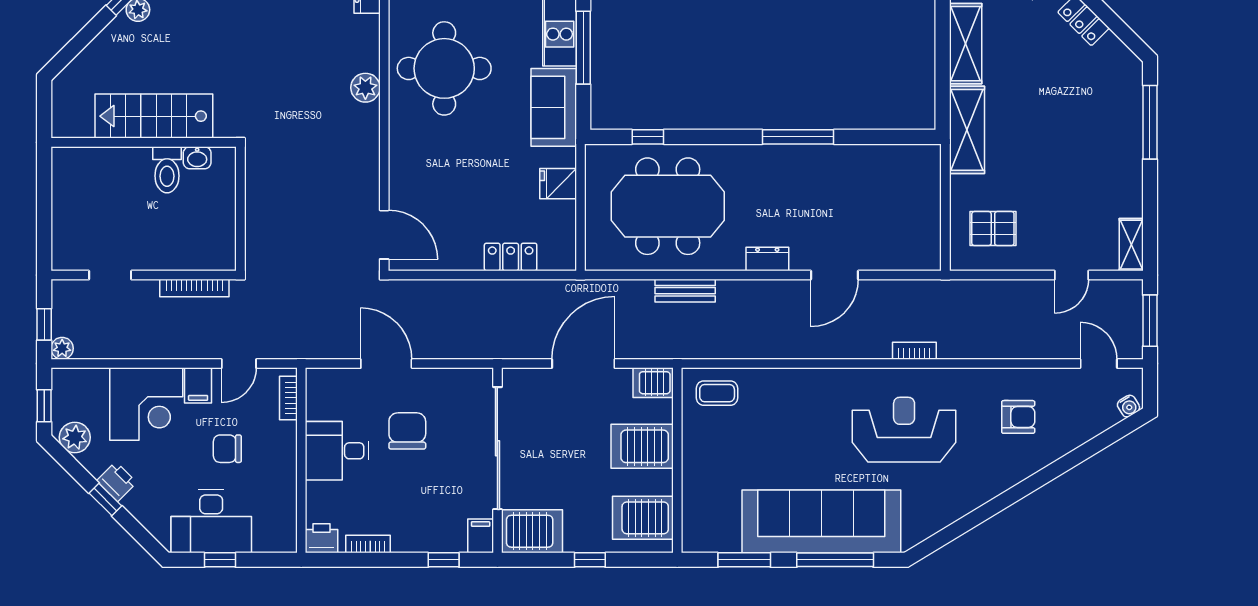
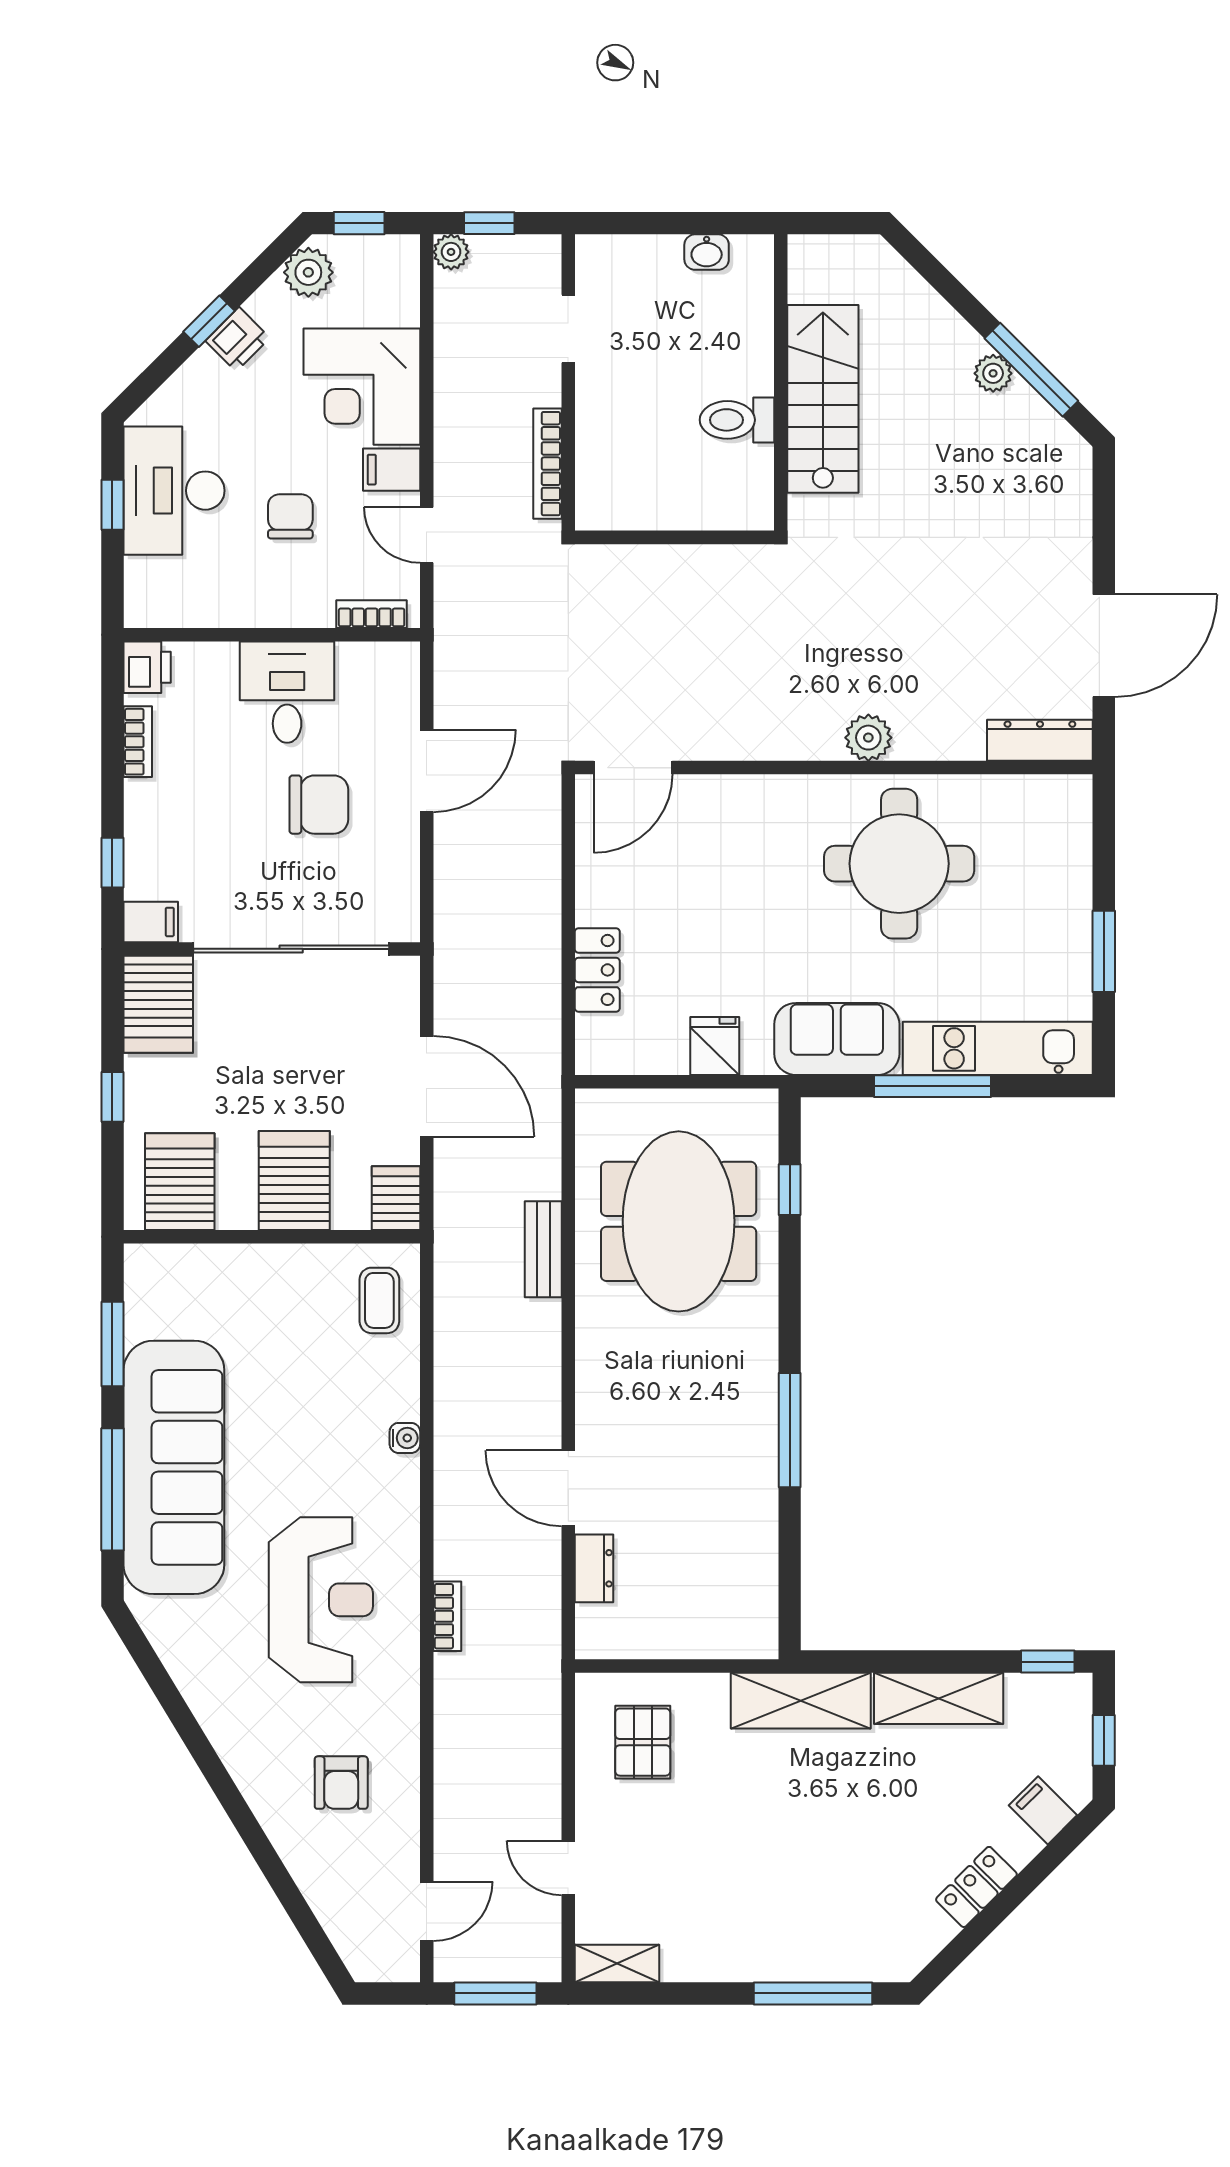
washbasin: (197, 158) -> (707, 252), moved, turned -90
dresser: (767, 259) -> (594, 1568), moved
water cooler: (1128, 406) -> (405, 1438), moved, turned -149

